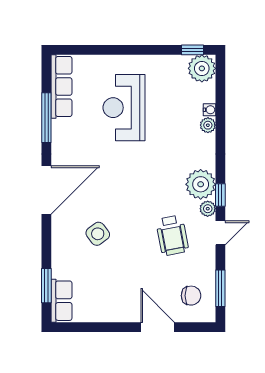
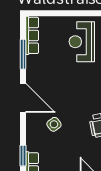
reception desk: (124, 108) -> (82, 42), moved
door: (46, 190) -> (23, 98), hinge flipped

